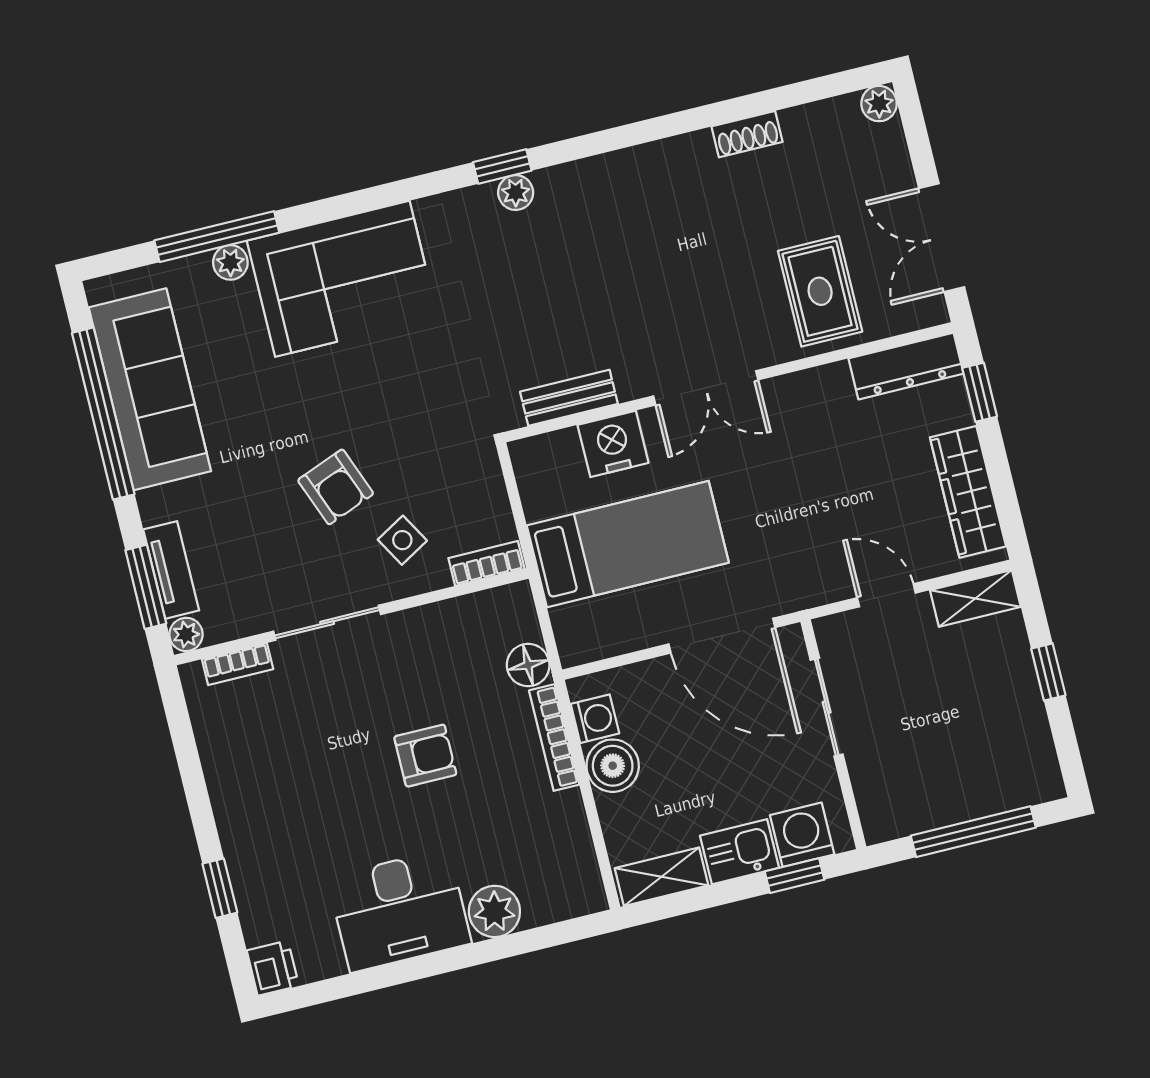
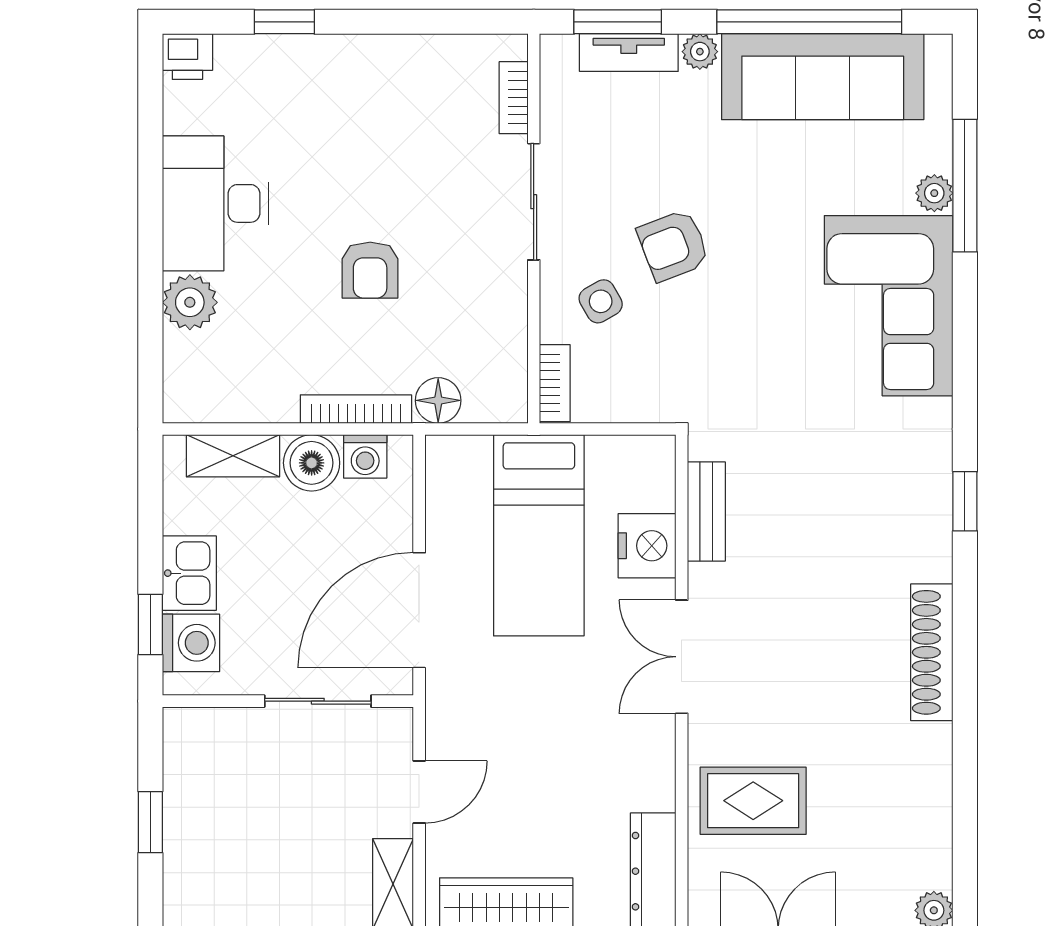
shoe rack: (747, 134) -> (932, 652), moved, width x1.94, depth x1.24
plant: (516, 193) -> (934, 509), removed
plant: (186, 634) -> (700, 52), moved
window: (973, 832) -> (150, 822), width x0.46
shelving: (662, 877) -> (233, 456), moved, turned 90

